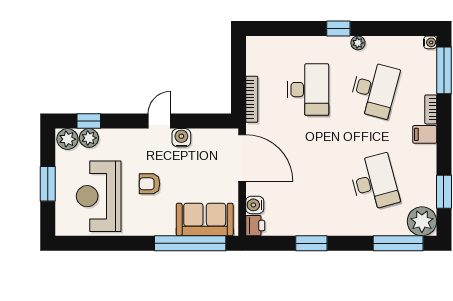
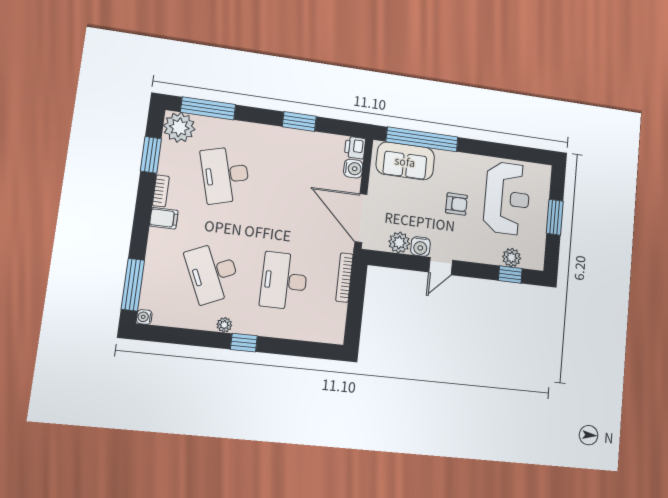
desk: (374, 90) -> (213, 273), turned -39
bookcase: (431, 109) -> (161, 191), moved
plant: (67, 139) -> (399, 243), moved

